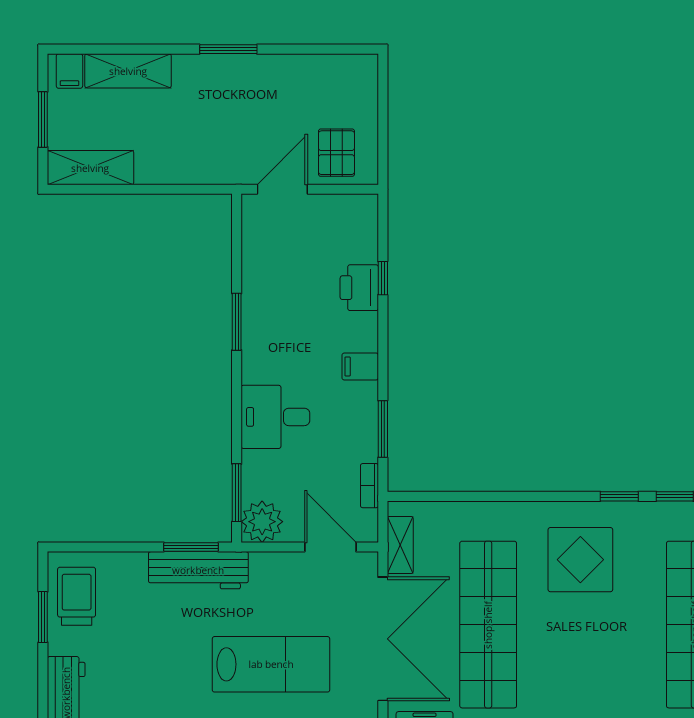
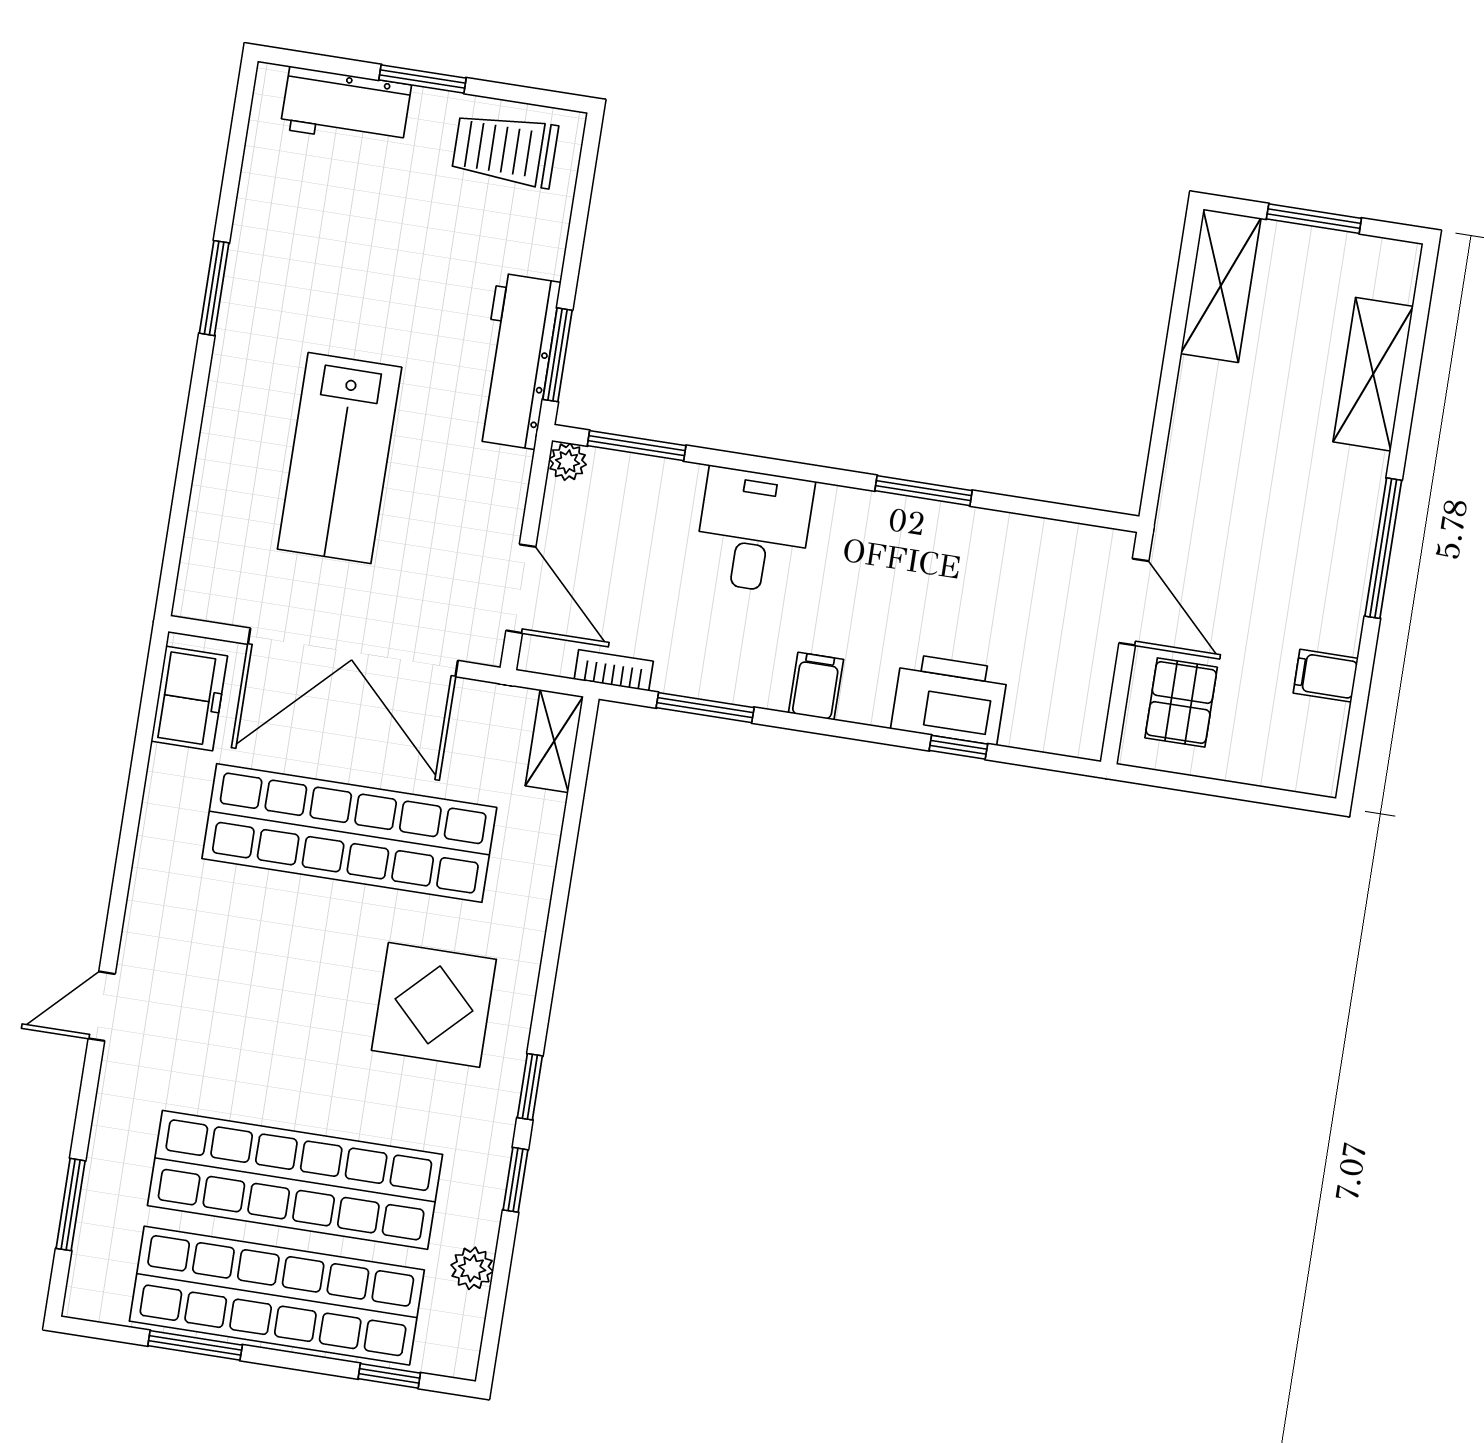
window: (228, 49) -> (1383, 548), width x1.44
filing cabinet: (69, 71) -> (1326, 676), moved
pallet: (336, 153) -> (1181, 702), turned 90
printer: (359, 288) -> (949, 699), width x1.37, depth x1.19
plant: (262, 522) -> (568, 462), width x0.53, depth x0.53
shelving: (400, 545) -> (554, 741), moved, turned 90
door: (330, 547) -> (521, 589), hinge flipped
trolley: (77, 596) -> (505, 150), turned 180
window: (43, 617) -> (422, 79), moved

